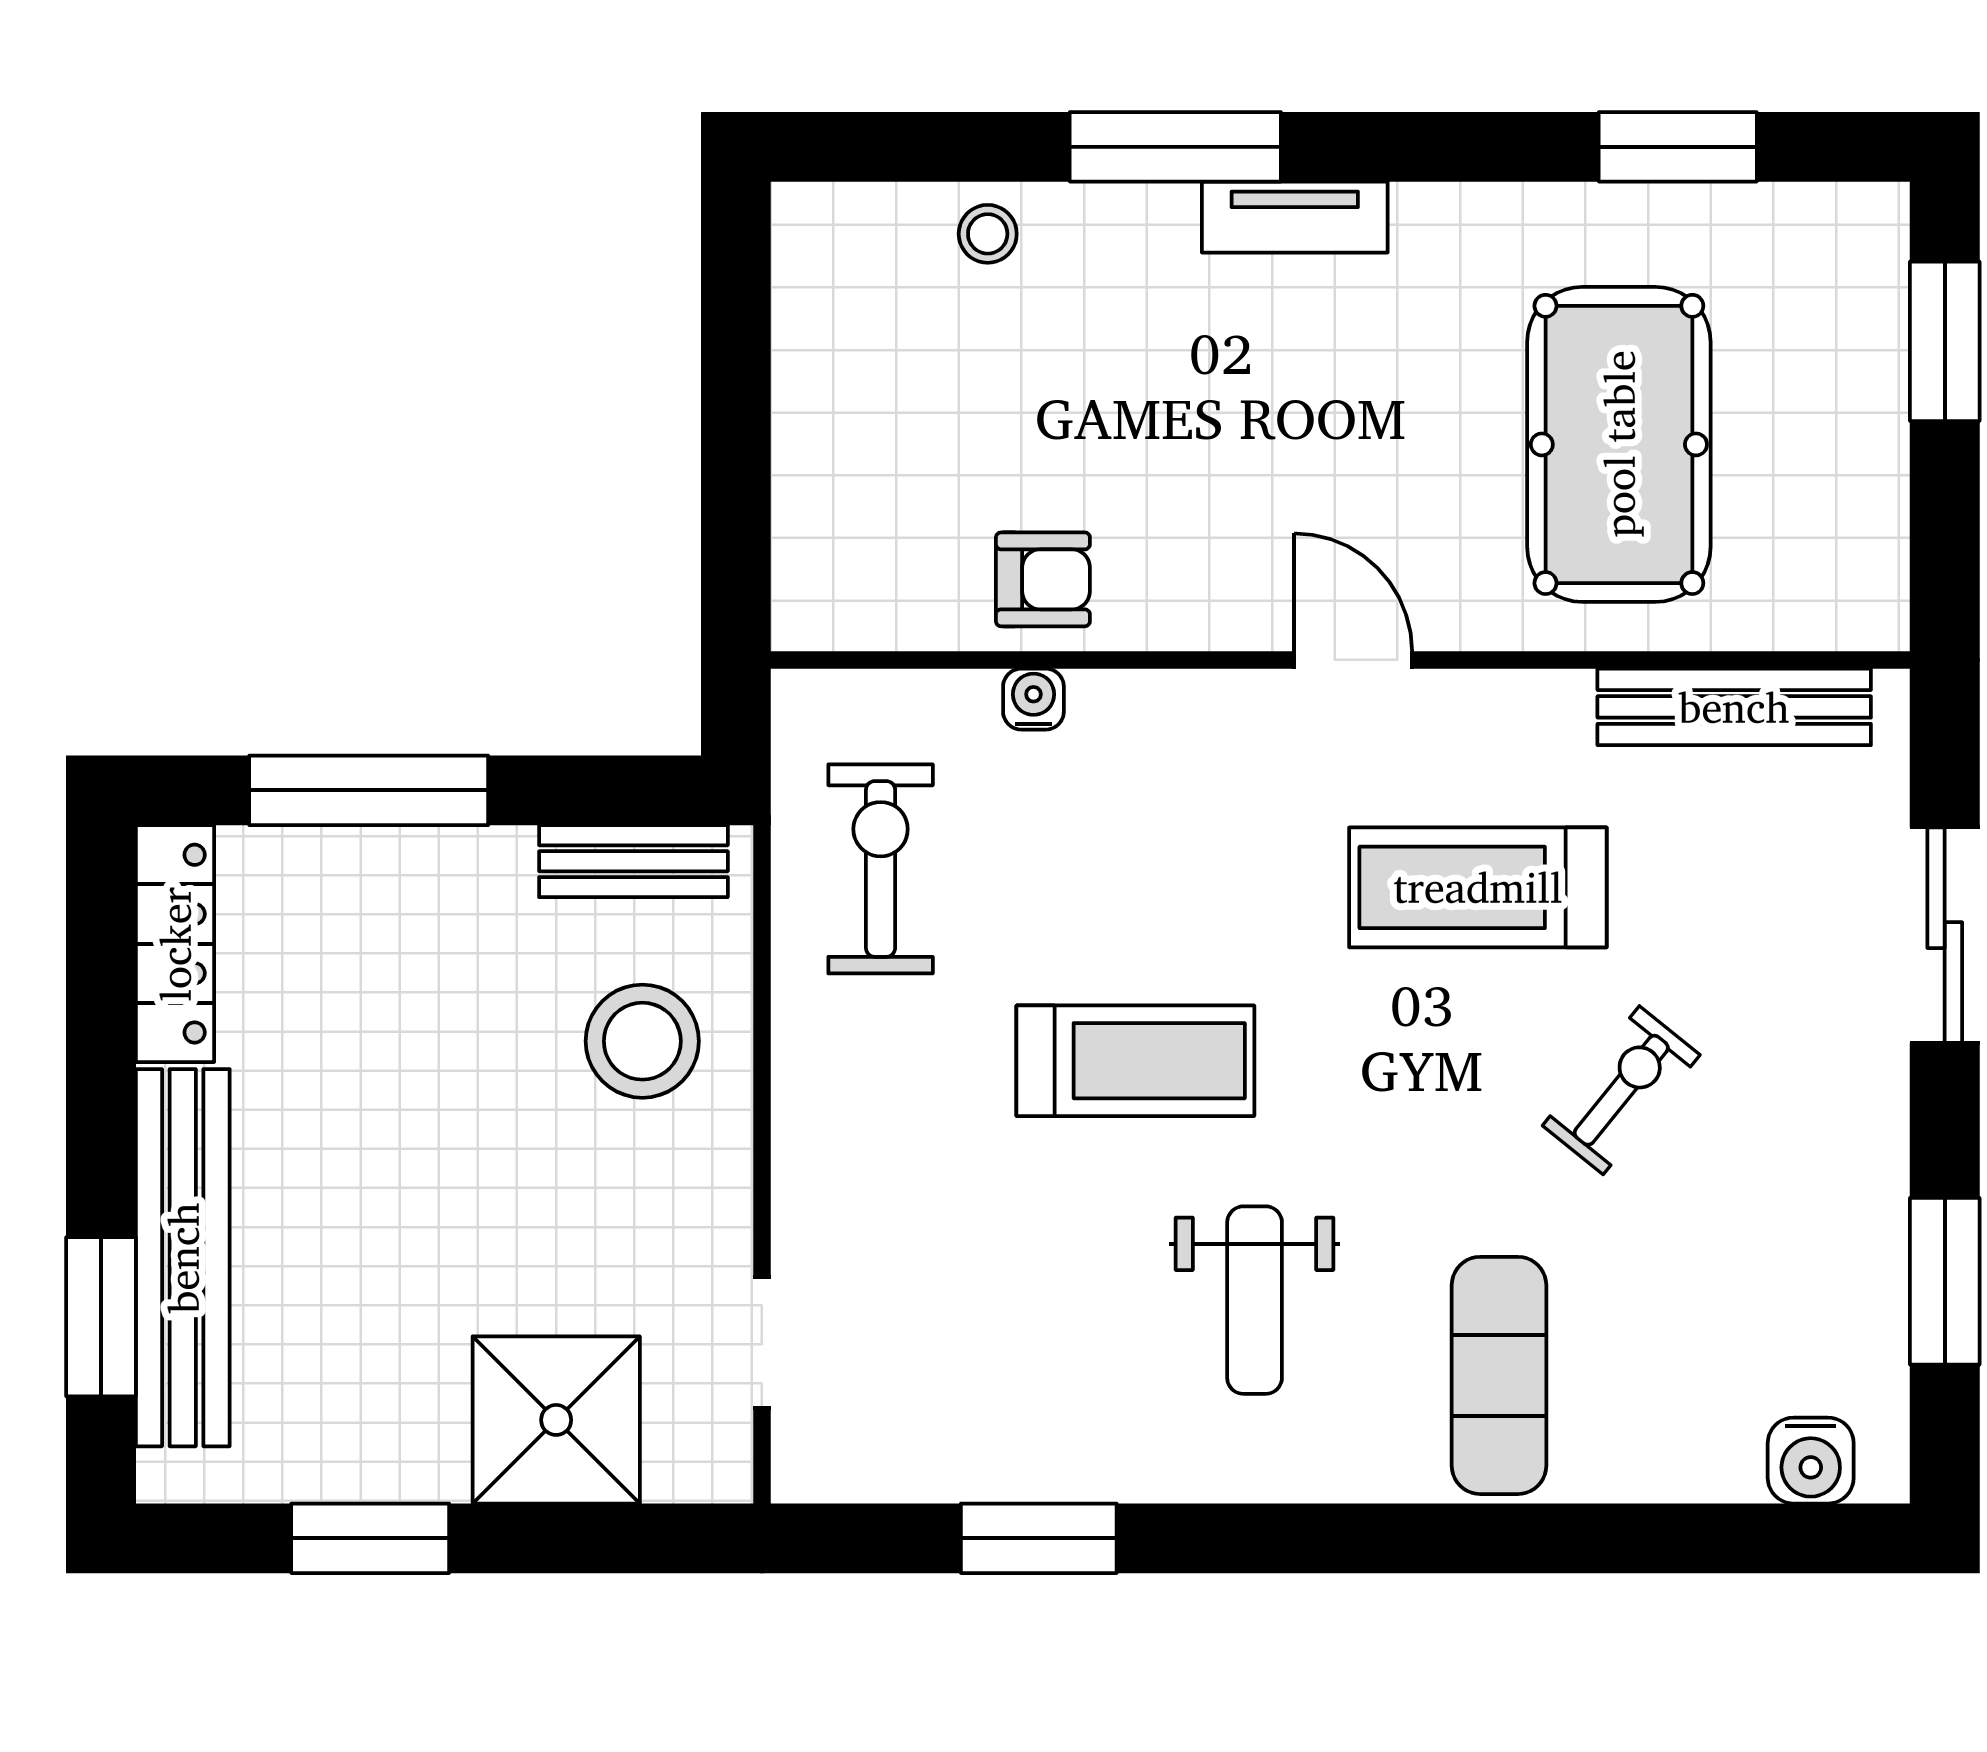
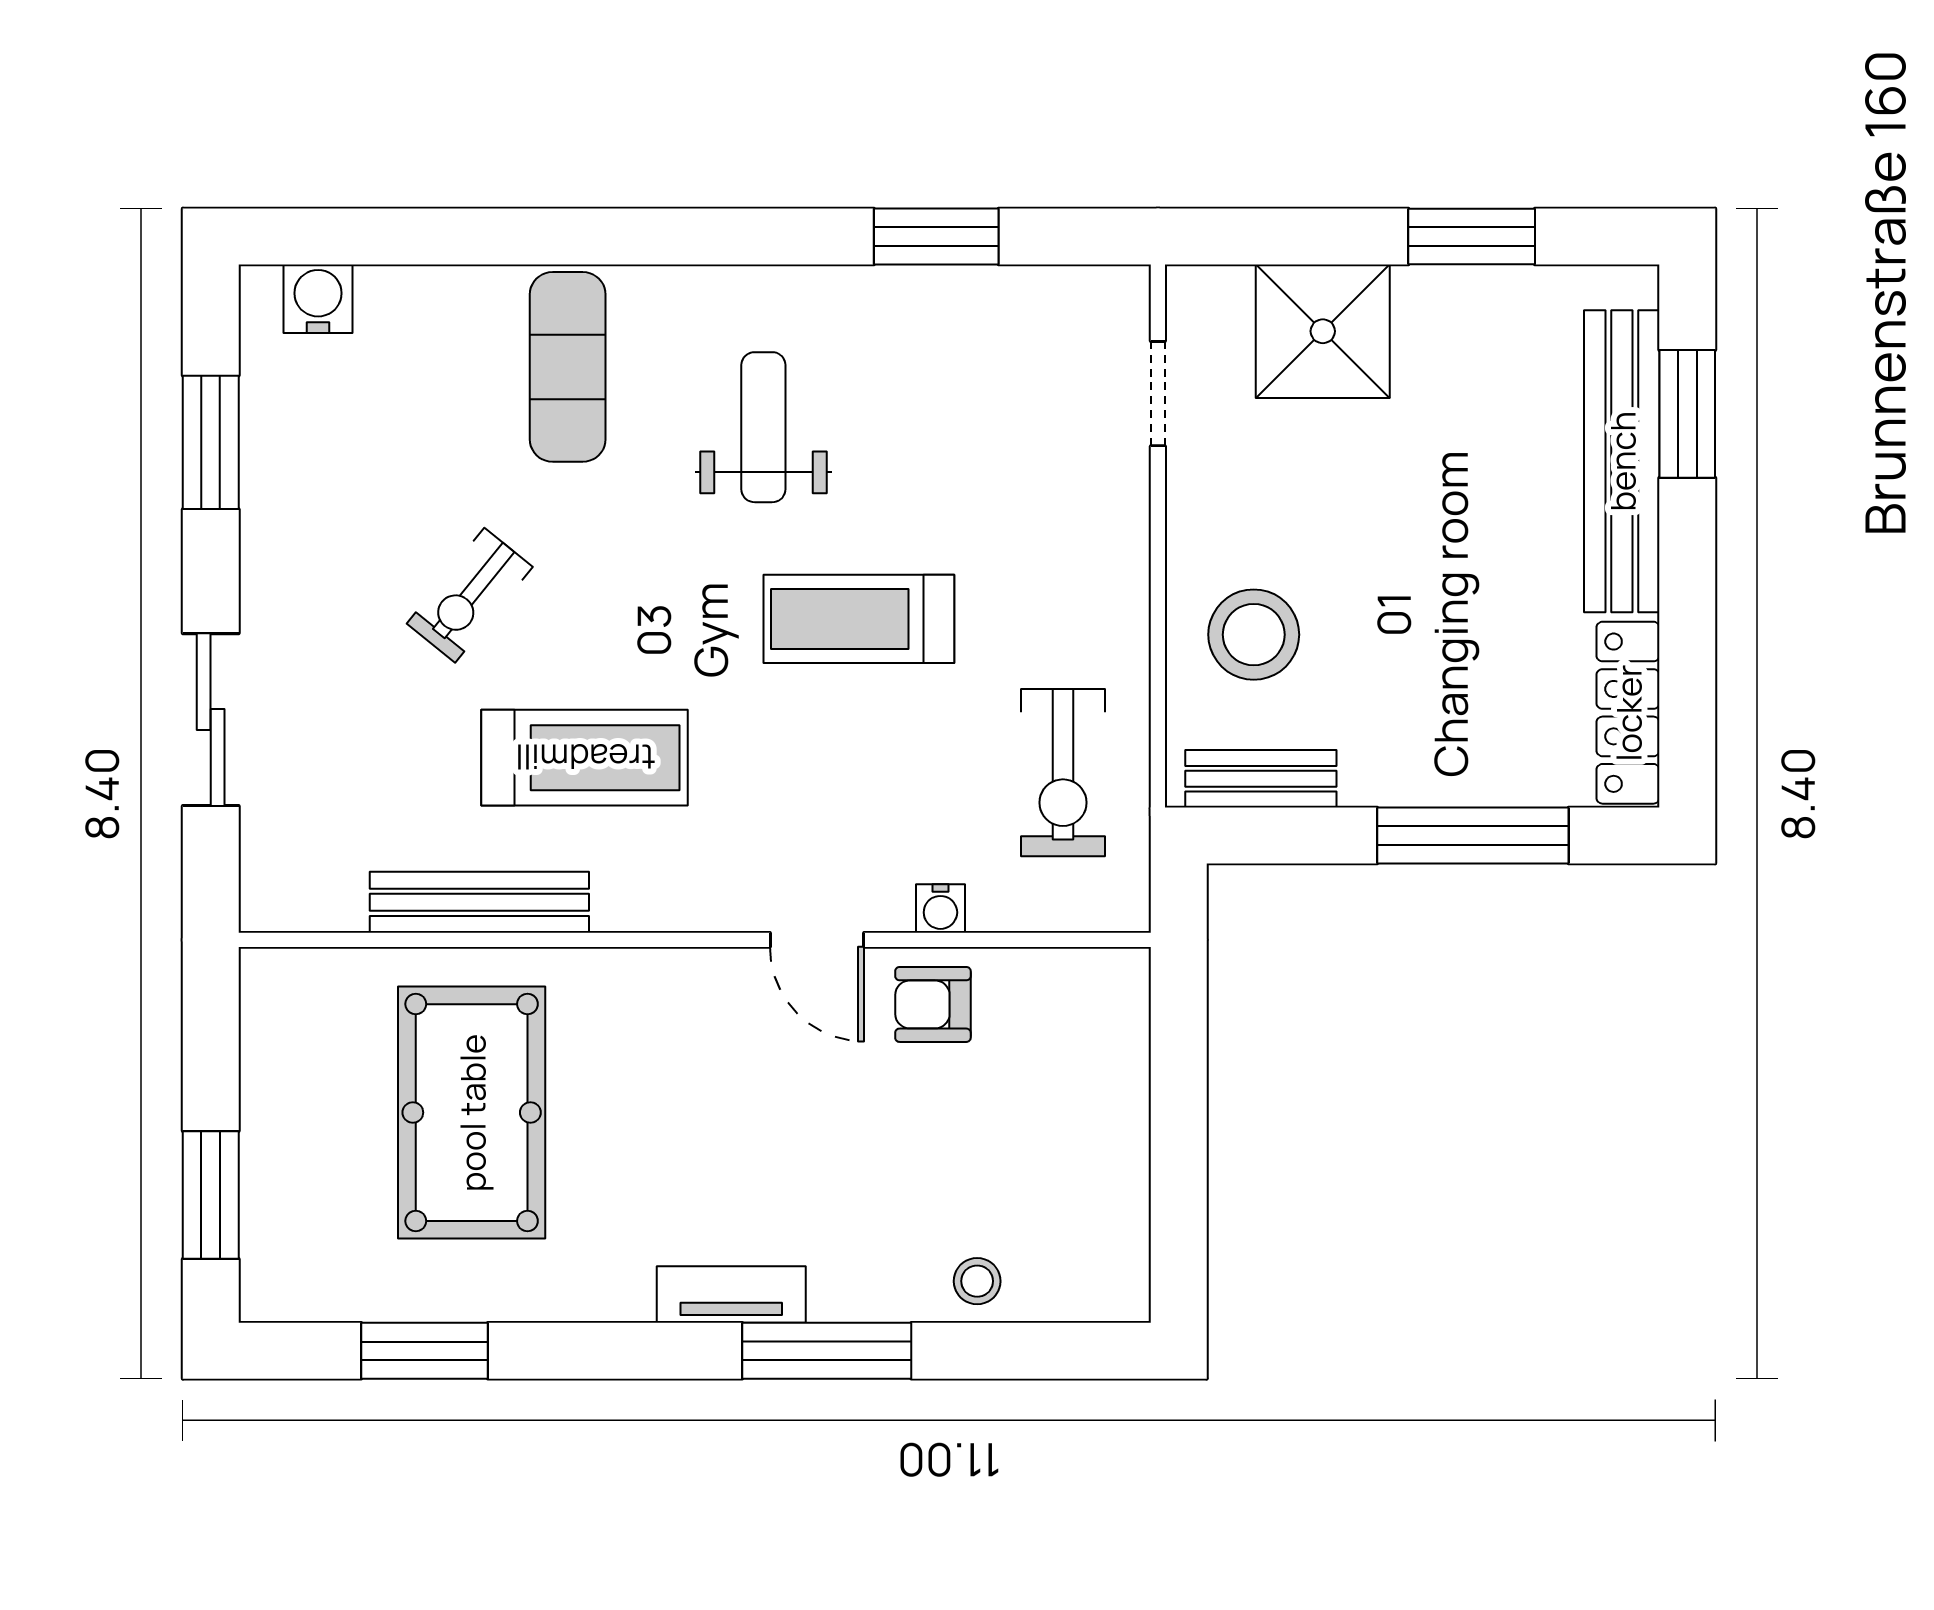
door: (1353, 660) -> (817, 940), moved
bench: (1734, 707) -> (479, 902), moved

